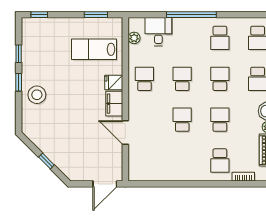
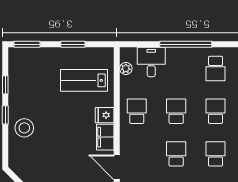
window: (39, 15) -> (27, 44), width x1.50
window: (96, 15) -> (73, 44), moved

